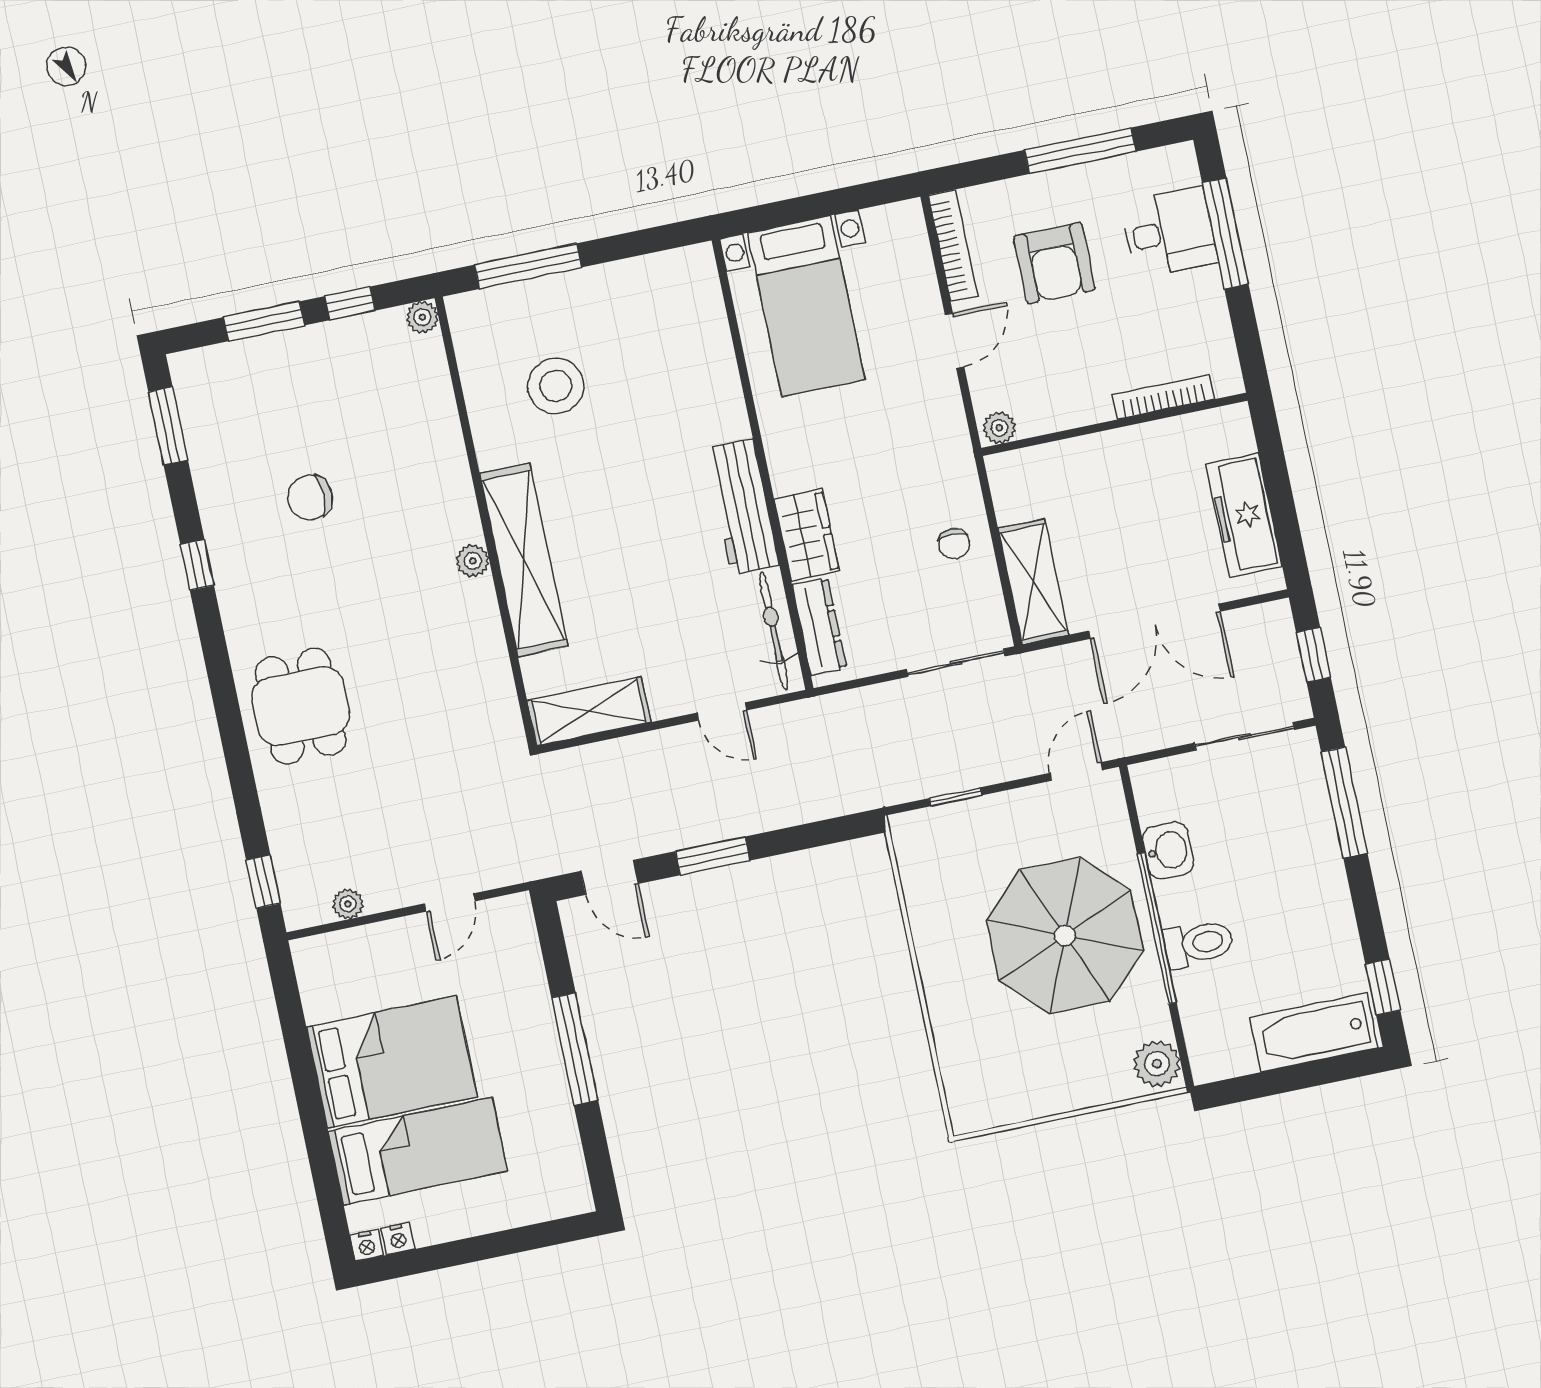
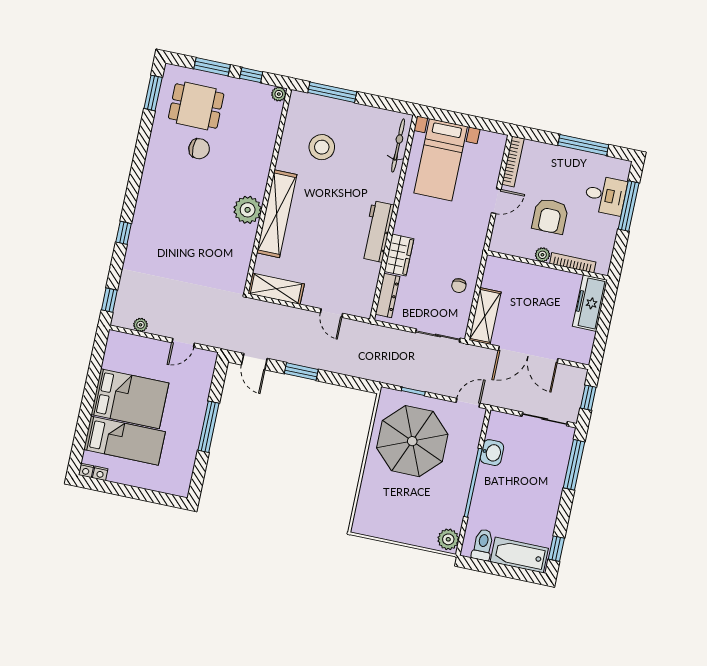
armchair: (1054, 263) -> (550, 216), moved
plant: (999, 428) -> (542, 255), moved
chair: (310, 498) -> (199, 149), turned 180
freezer: (1244, 515) -> (590, 303), moved
plant: (473, 561) -> (248, 210), width x1.88, depth x1.88
window: (197, 565) -> (124, 233), moved
bicycle: (774, 631) -> (398, 145), moved
dining table: (301, 706) -> (196, 106), moved, turned 90
parasol: (1065, 936) -> (412, 441), moved
toilet: (1199, 943) -> (483, 545), moved, turned -90

